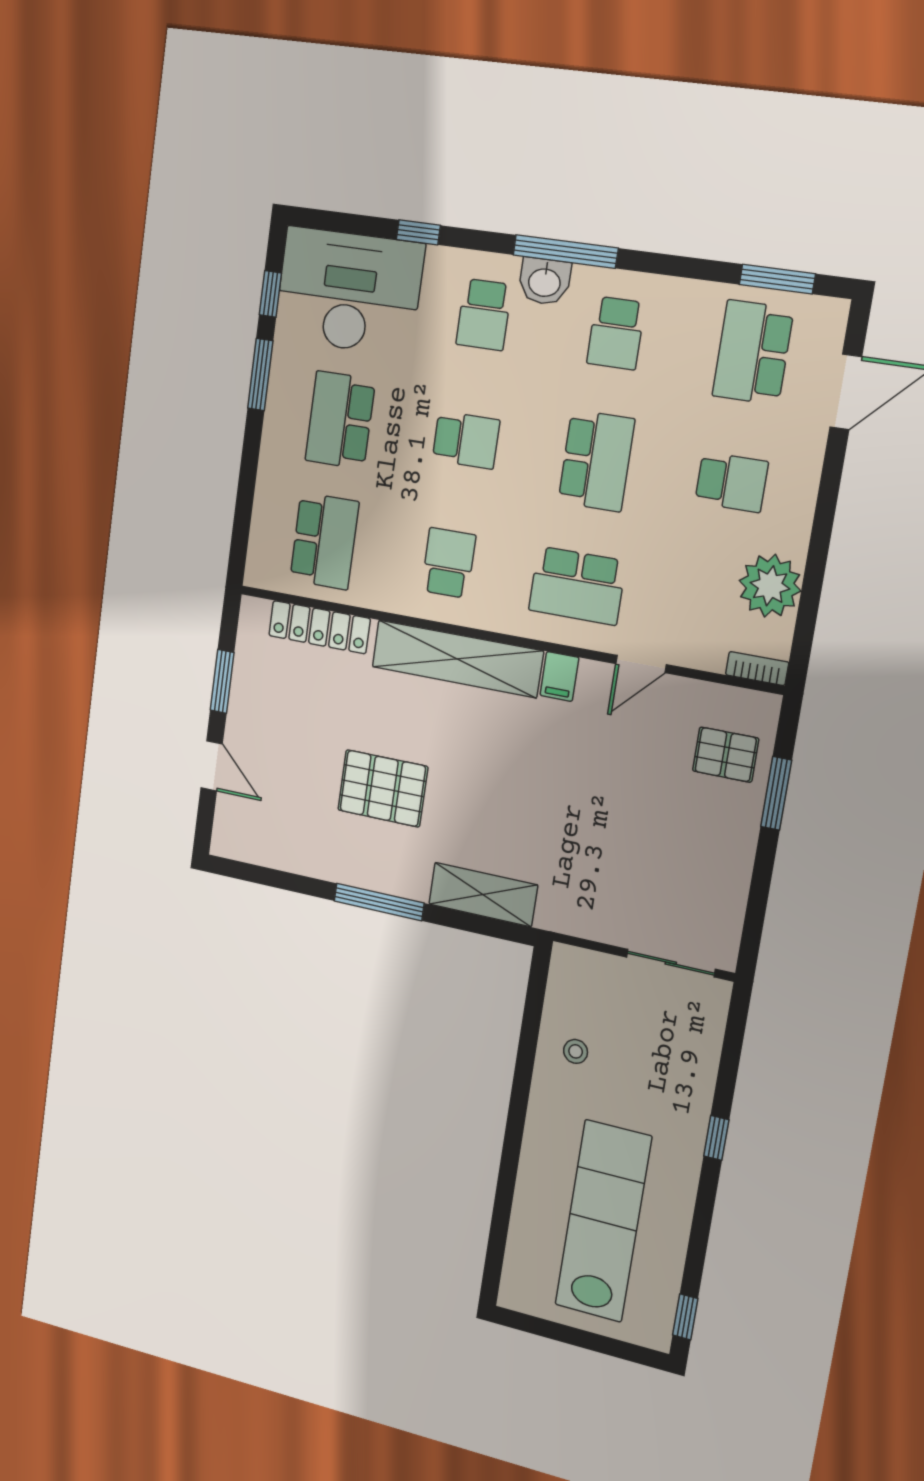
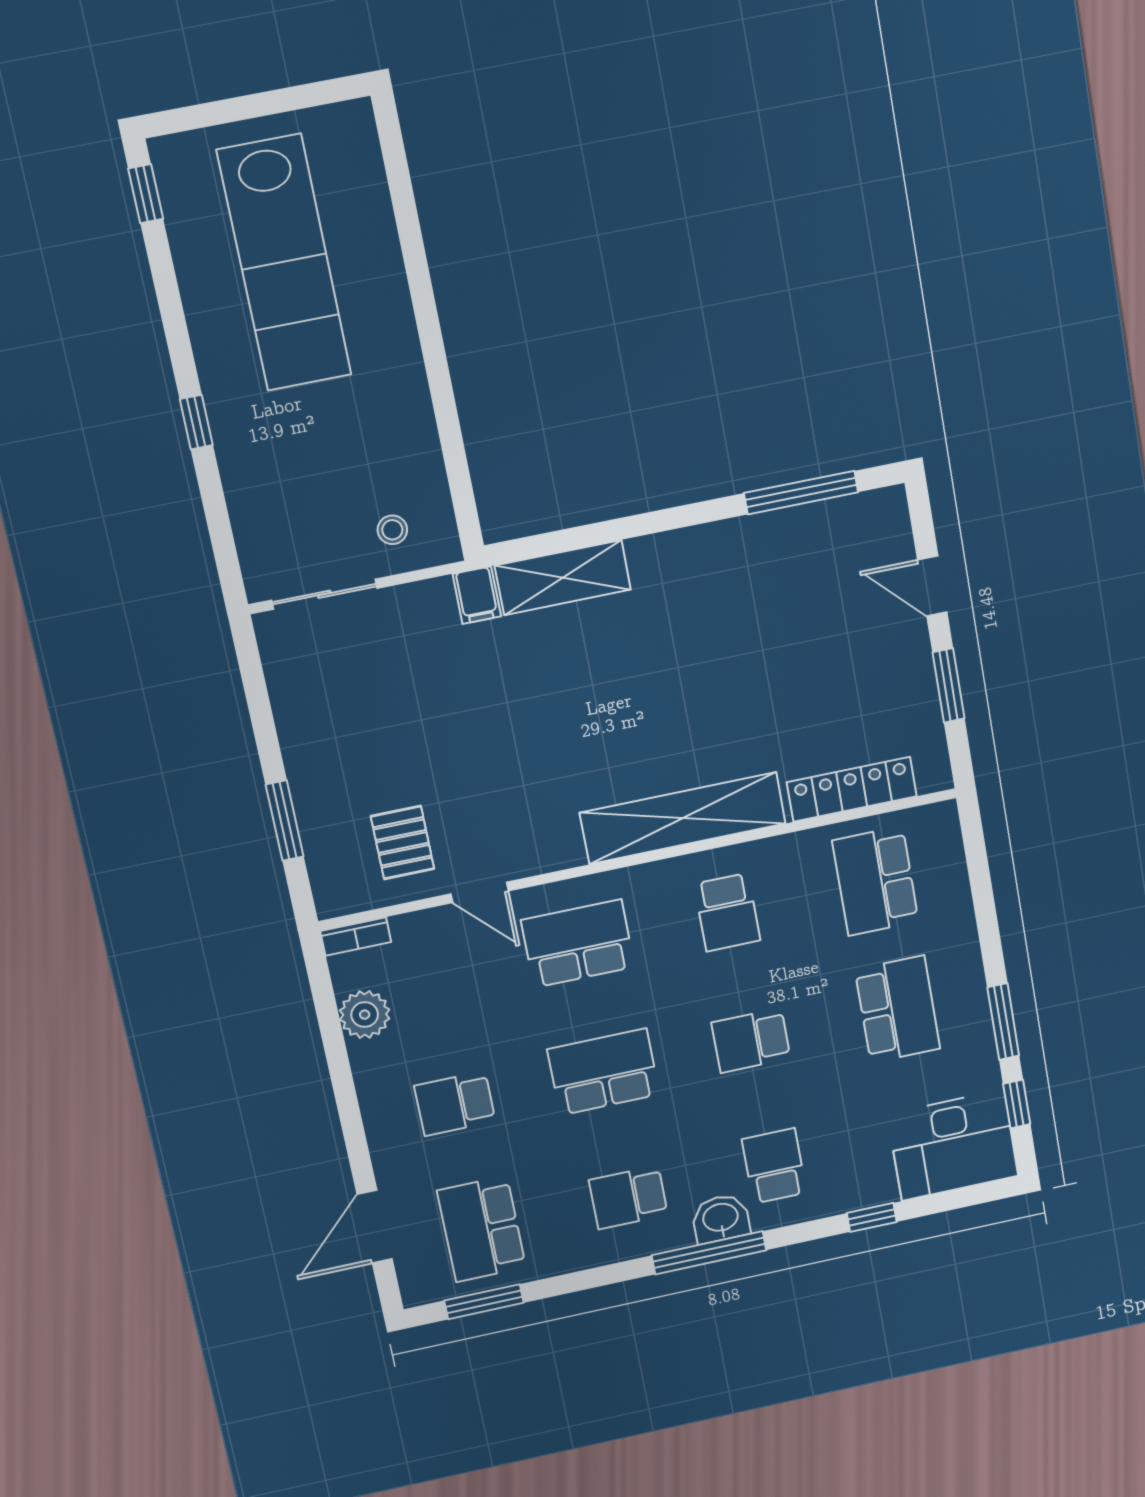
desk: (349, 291) -> (953, 1145), width x0.73, depth x0.77
school desk: (616, 333) -> (628, 1197), turned -90
school desk: (753, 352) -> (482, 1229), turned 180
school desk: (596, 461) -> (603, 1072), turned 90
plant: (770, 586) -> (365, 1015), width x0.73, depth x0.73
door: (641, 664) -> (480, 892), swing flipped
filing cabinet: (559, 676) -> (477, 595), moved, turned 180
pallet: (726, 755) -> (402, 842), moved, turned 90
pallet: (383, 788) -> (720, 646), removed
window: (379, 902) -> (801, 493), moved
stool: (576, 1051) -> (392, 530), moved

